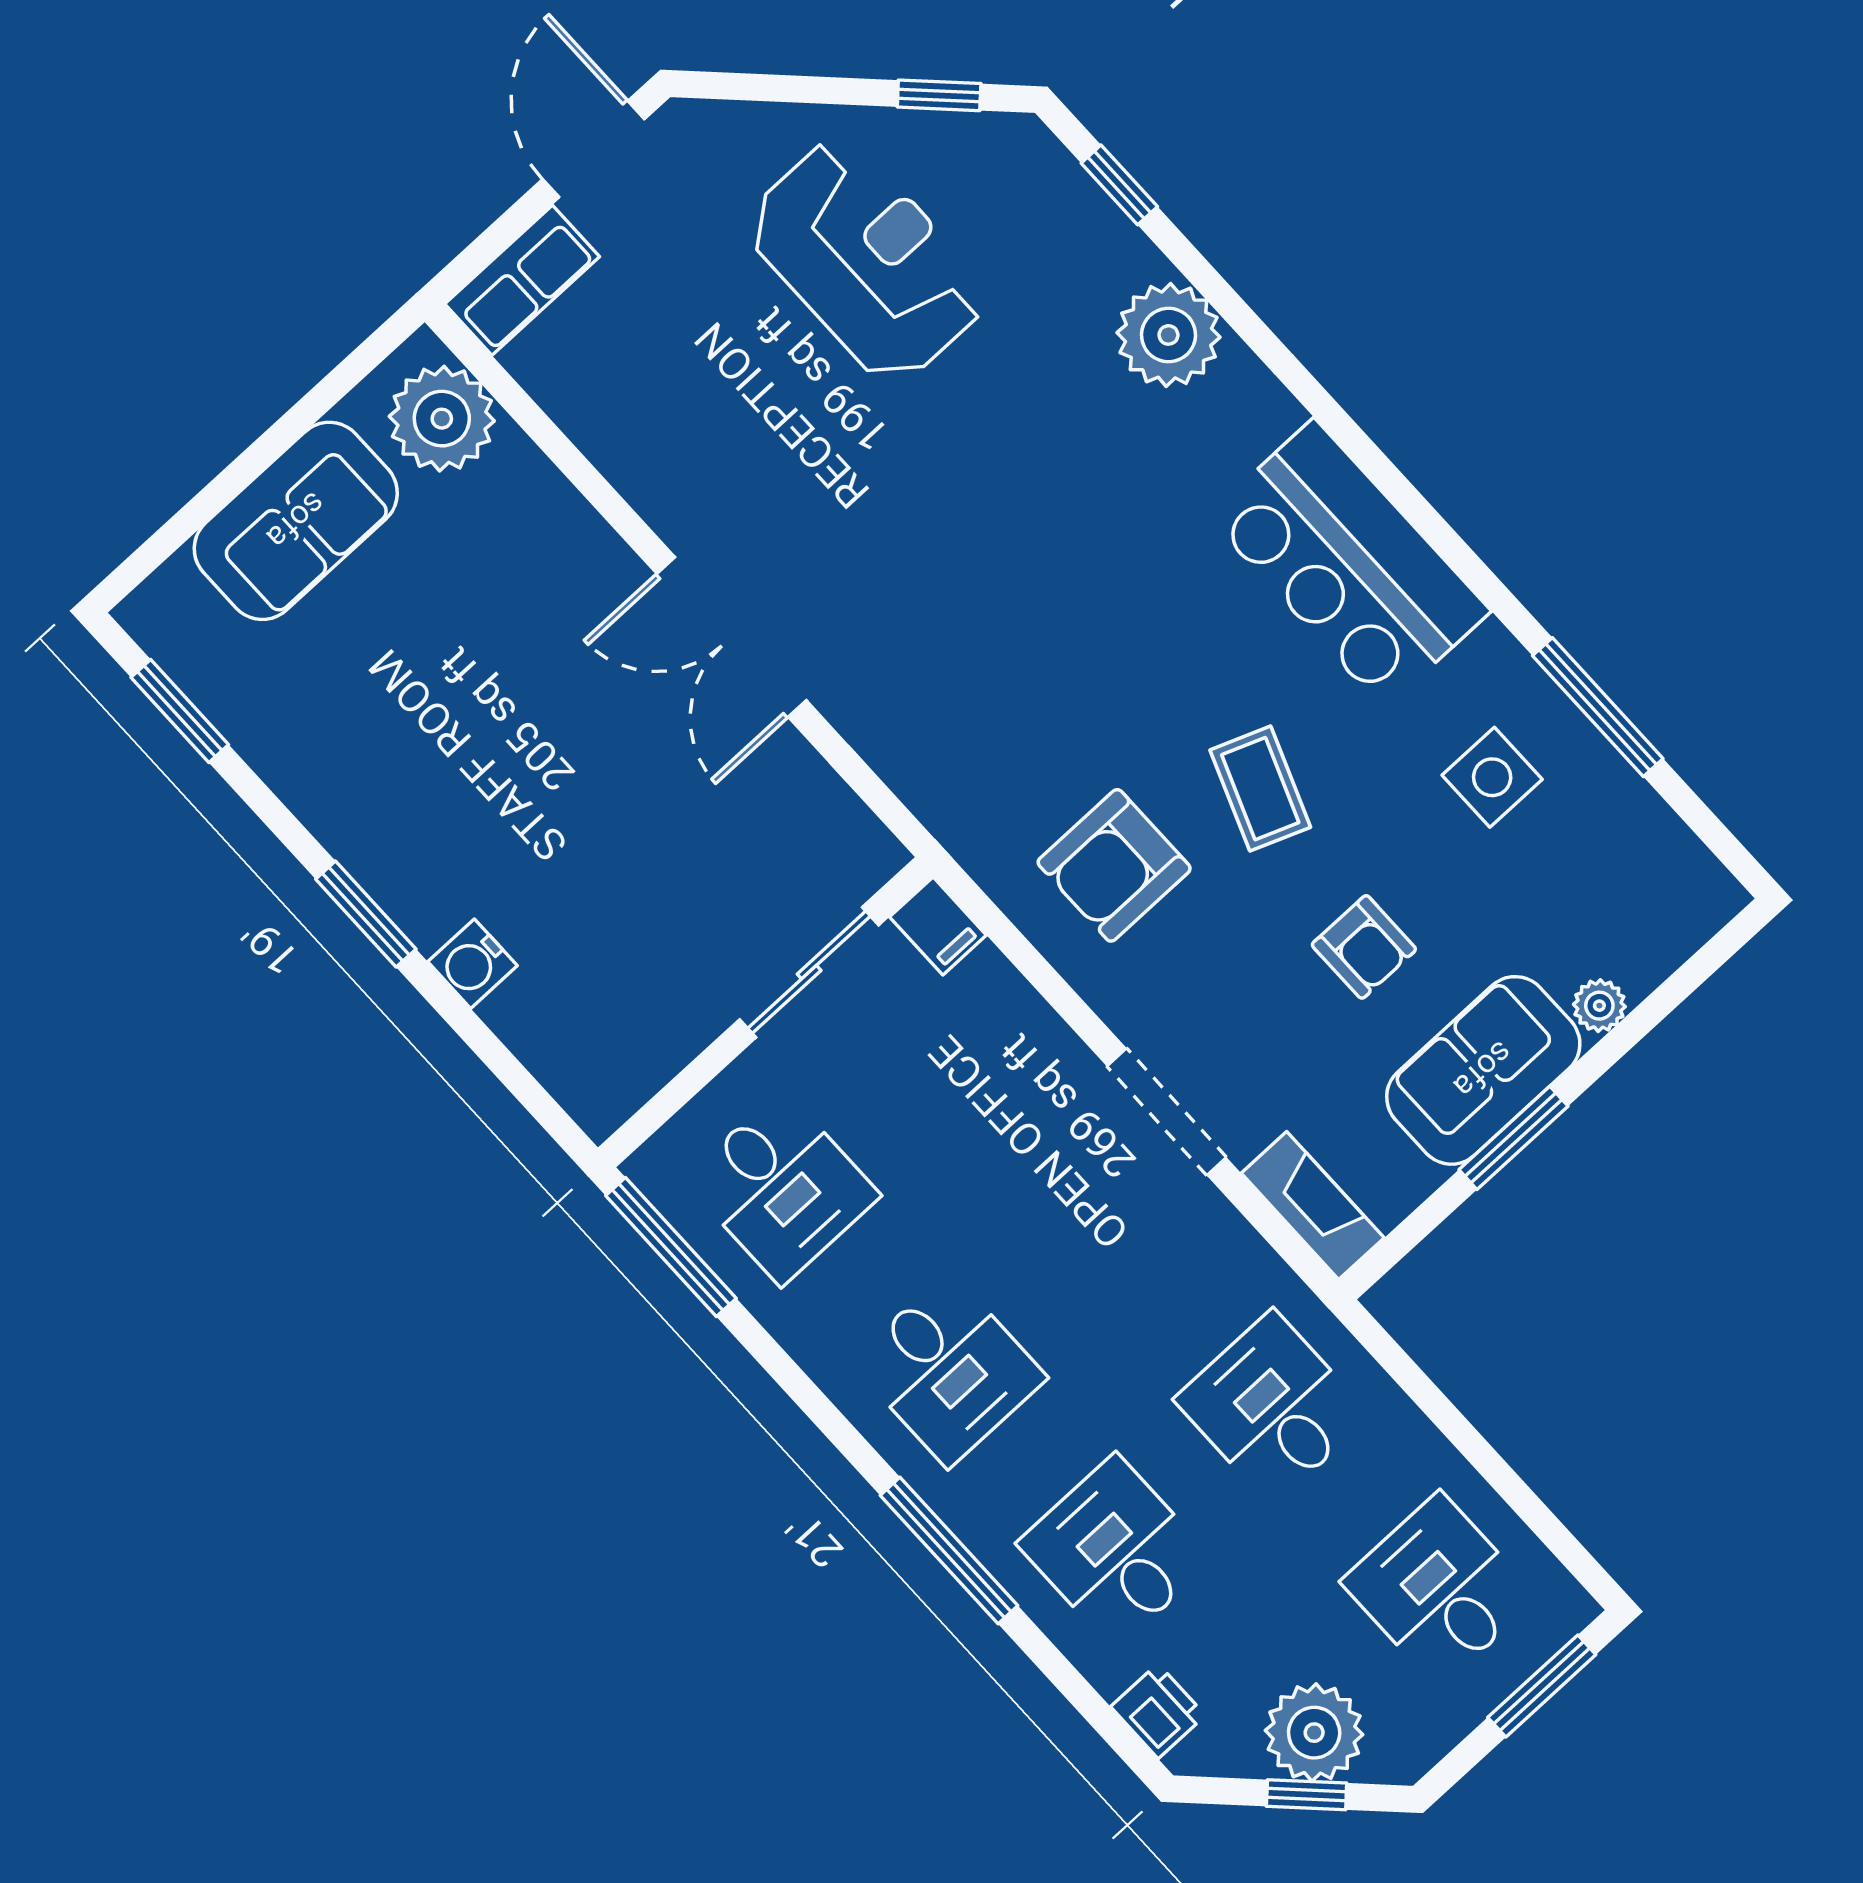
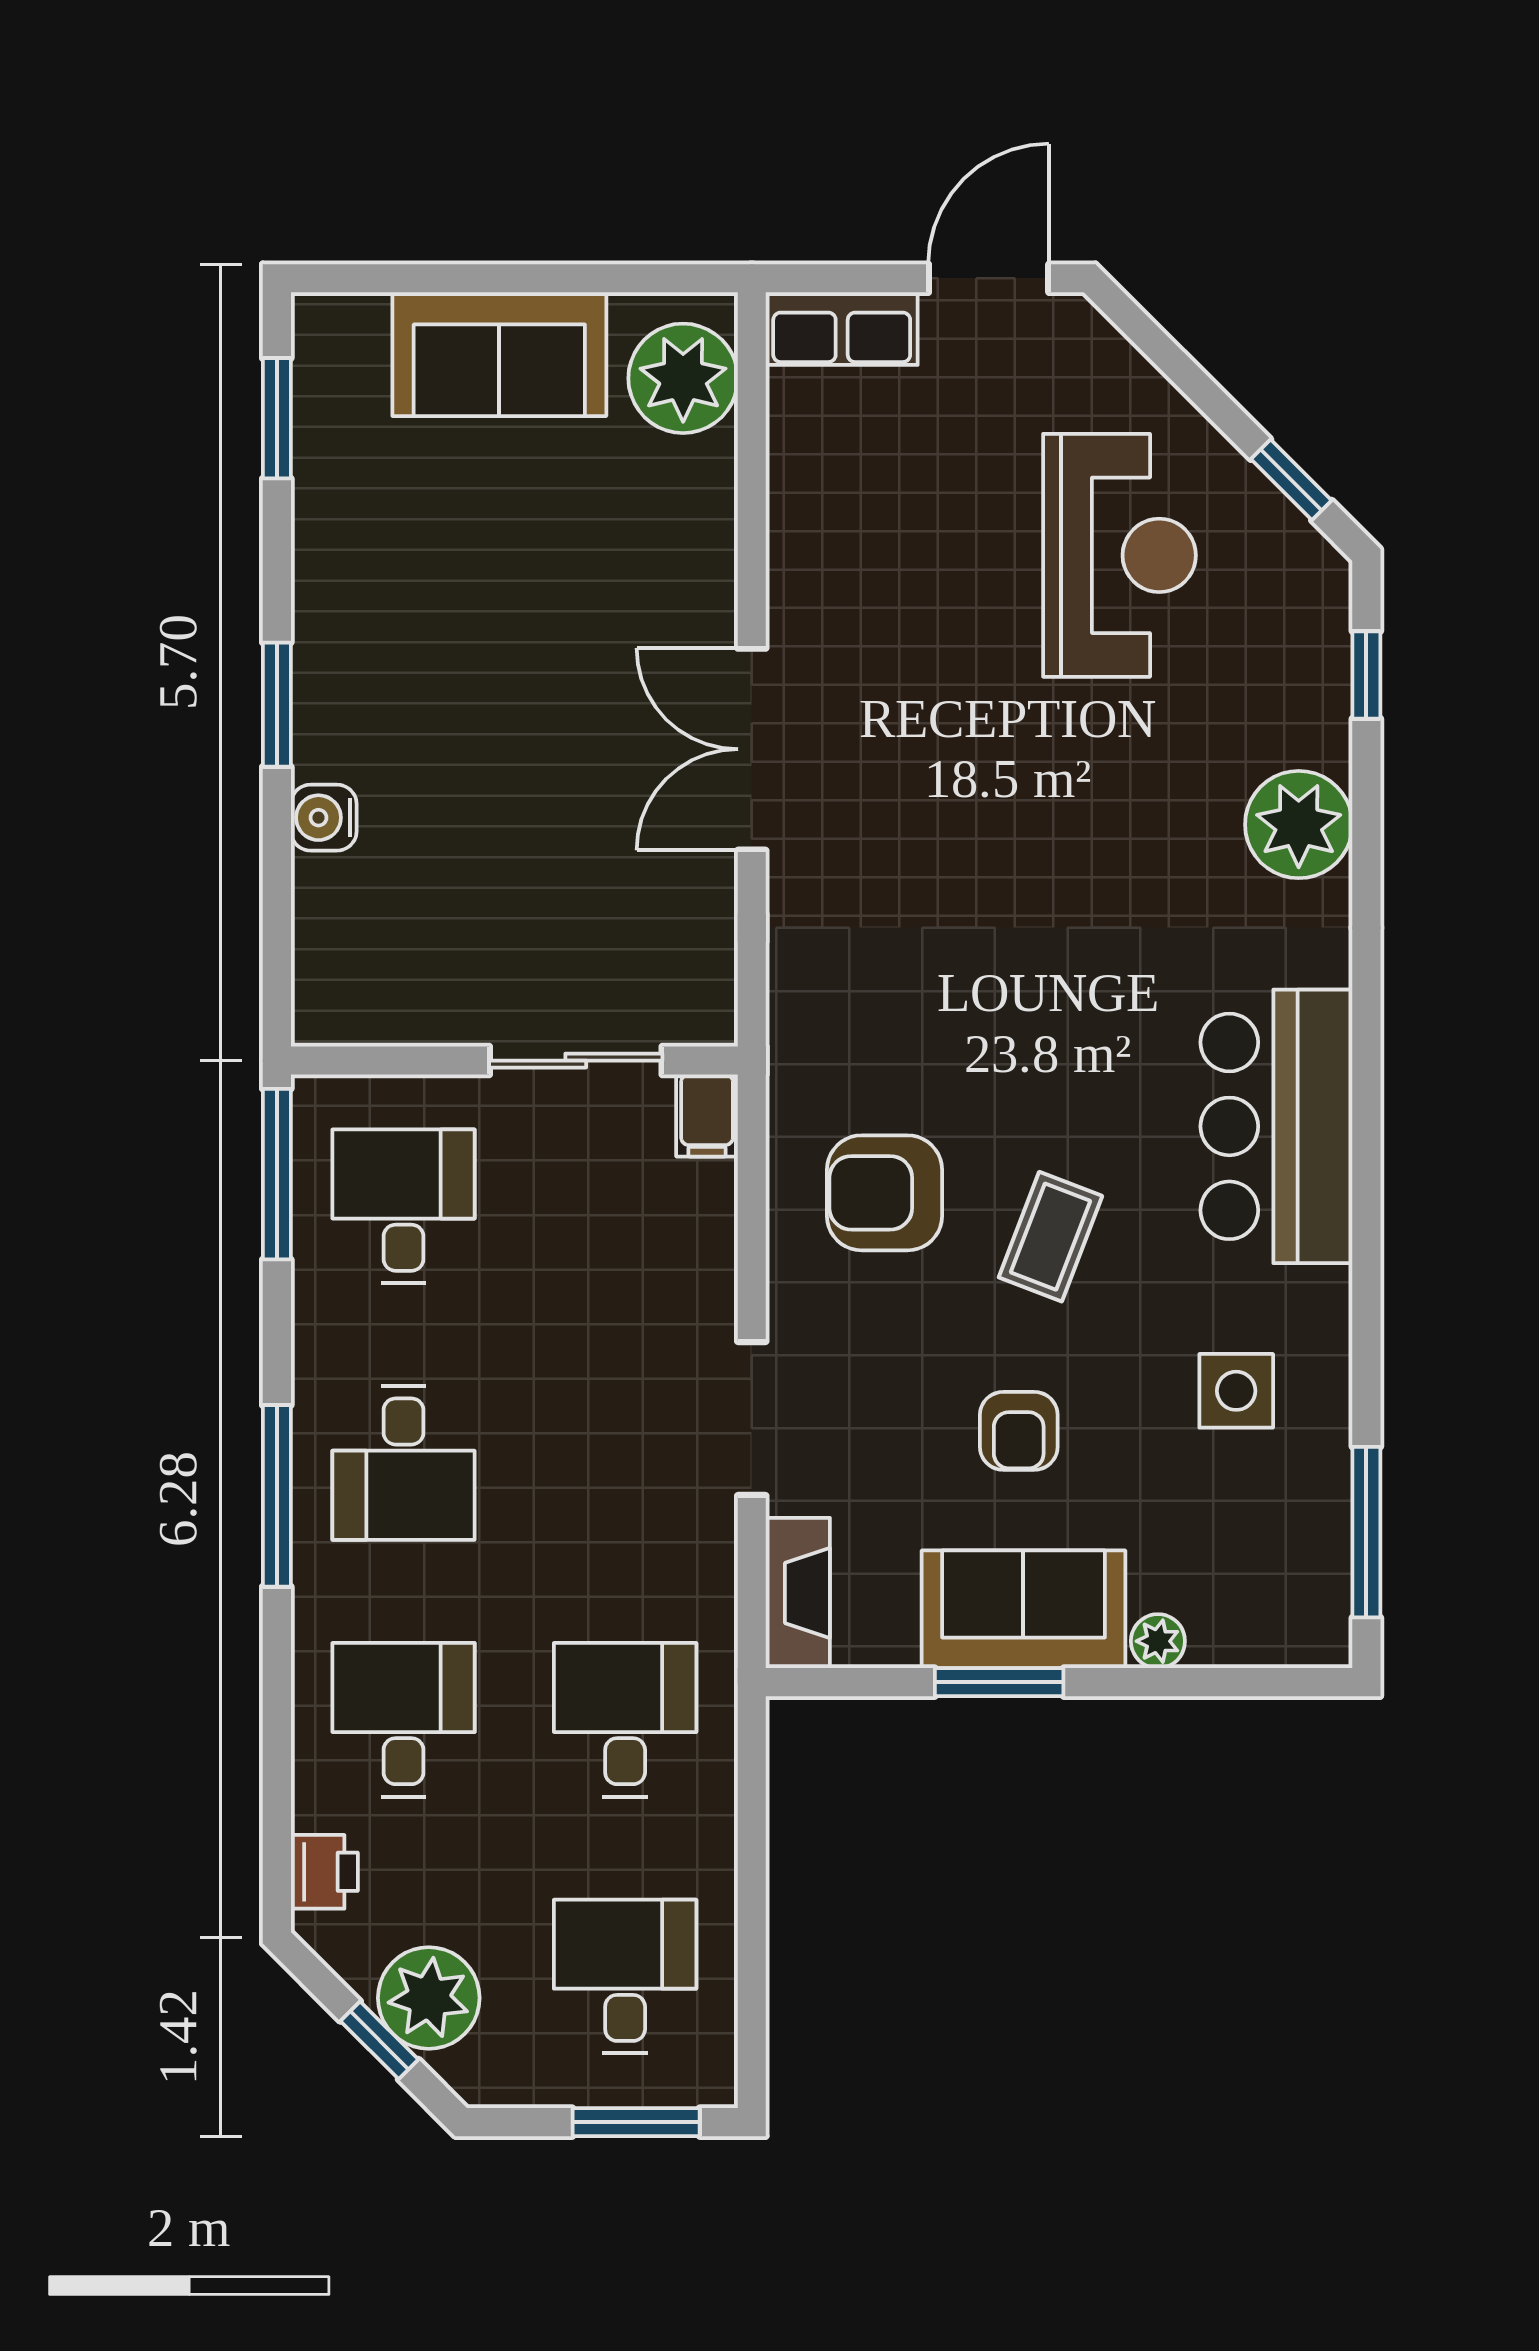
window: (1598, 707) -> (1366, 1532), moved
desk: (782, 1187) -> (404, 1206), turned 180
window: (949, 1551) -> (277, 1496), moved

